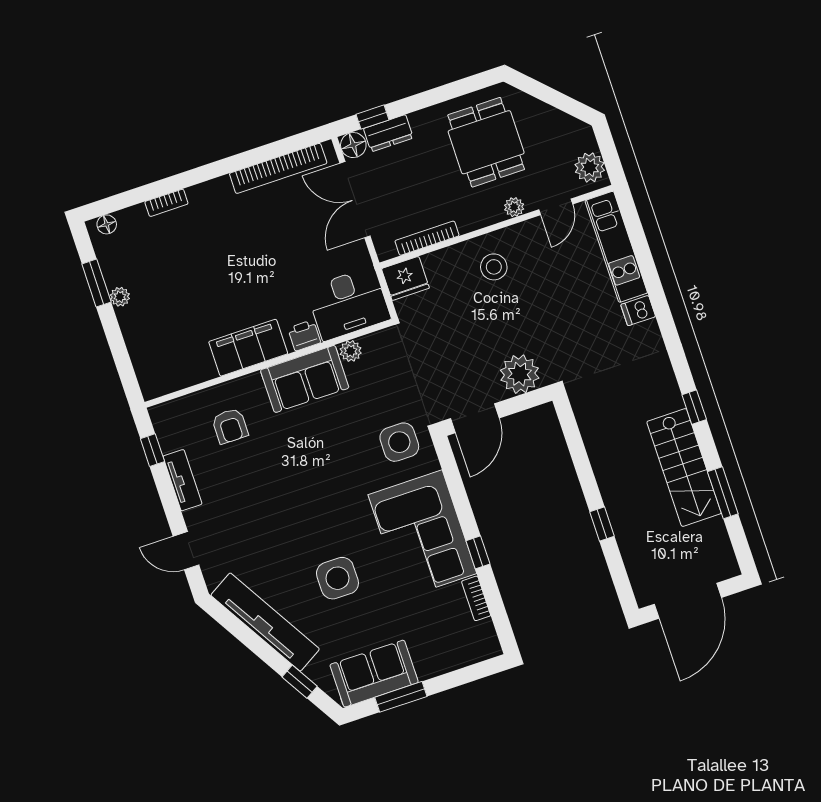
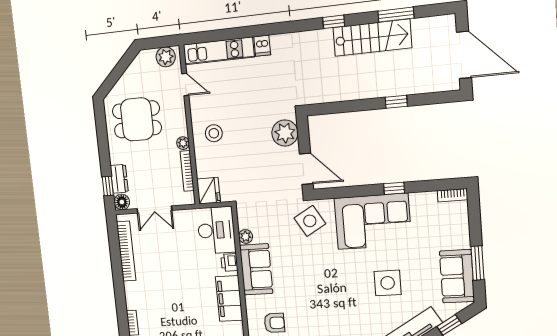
double door: (355, 200) -> (154, 210), width x0.73
plant: (514, 207) -> (183, 143), moved
side table: (399, 442) -> (310, 221), turned -30
bookcase: (476, 598) -> (453, 195), moved

